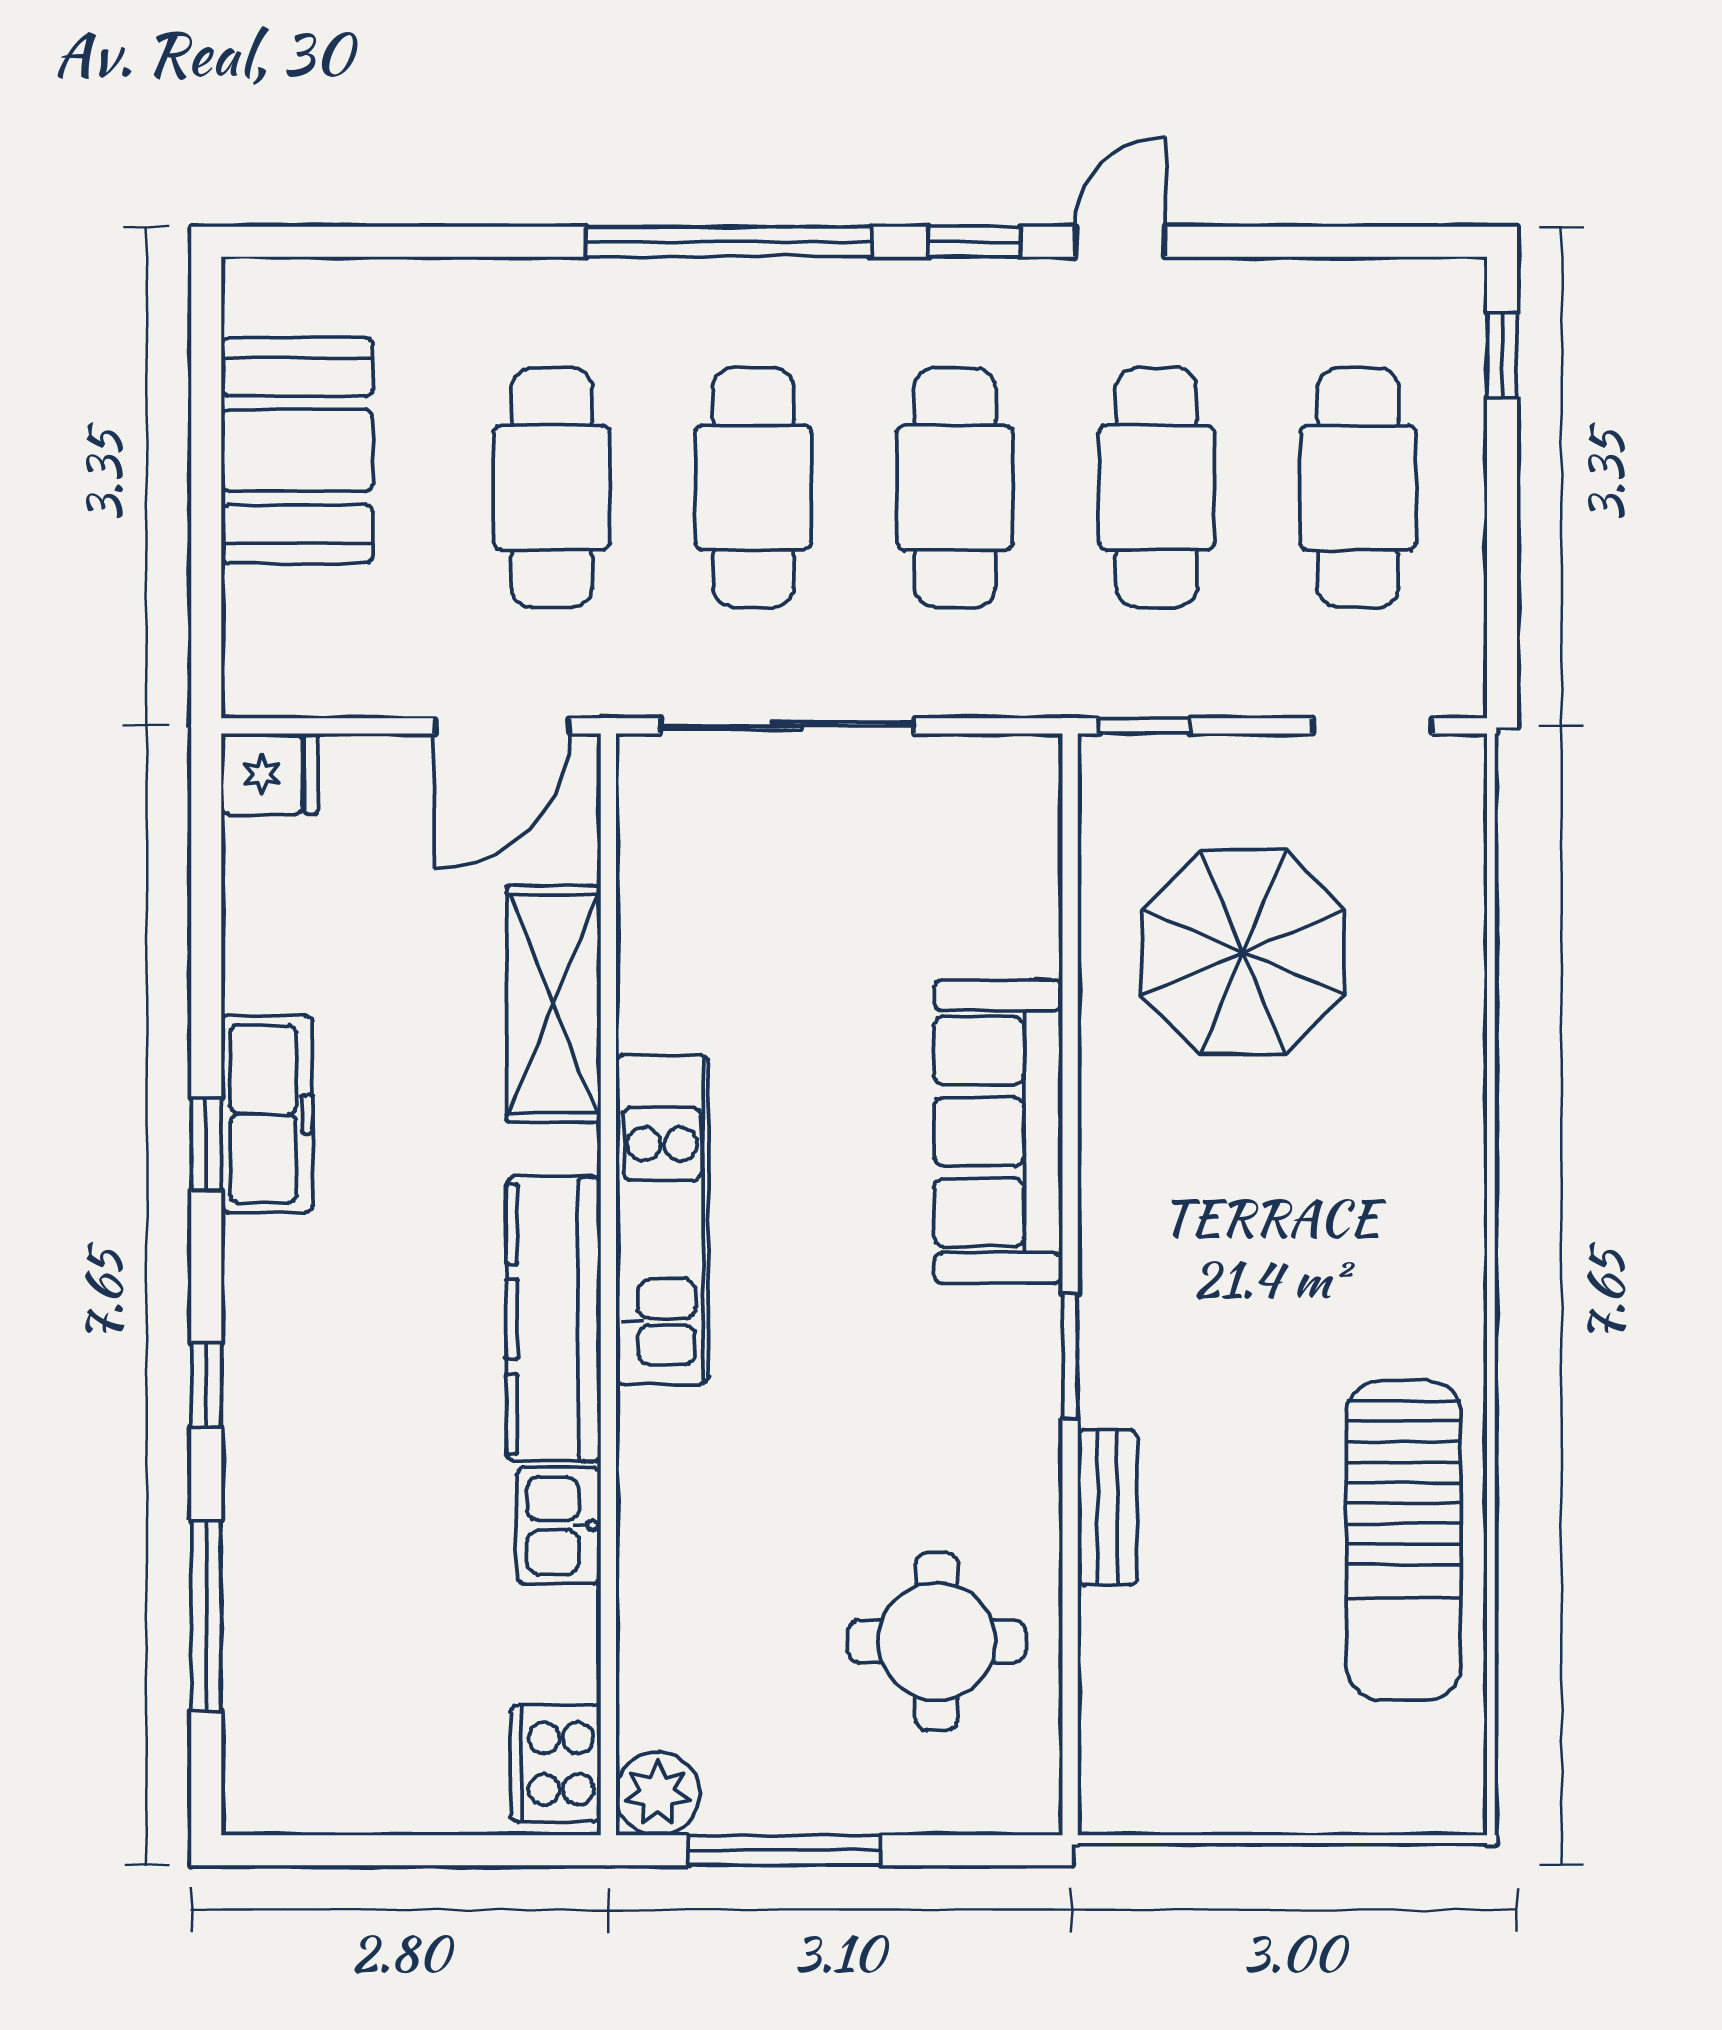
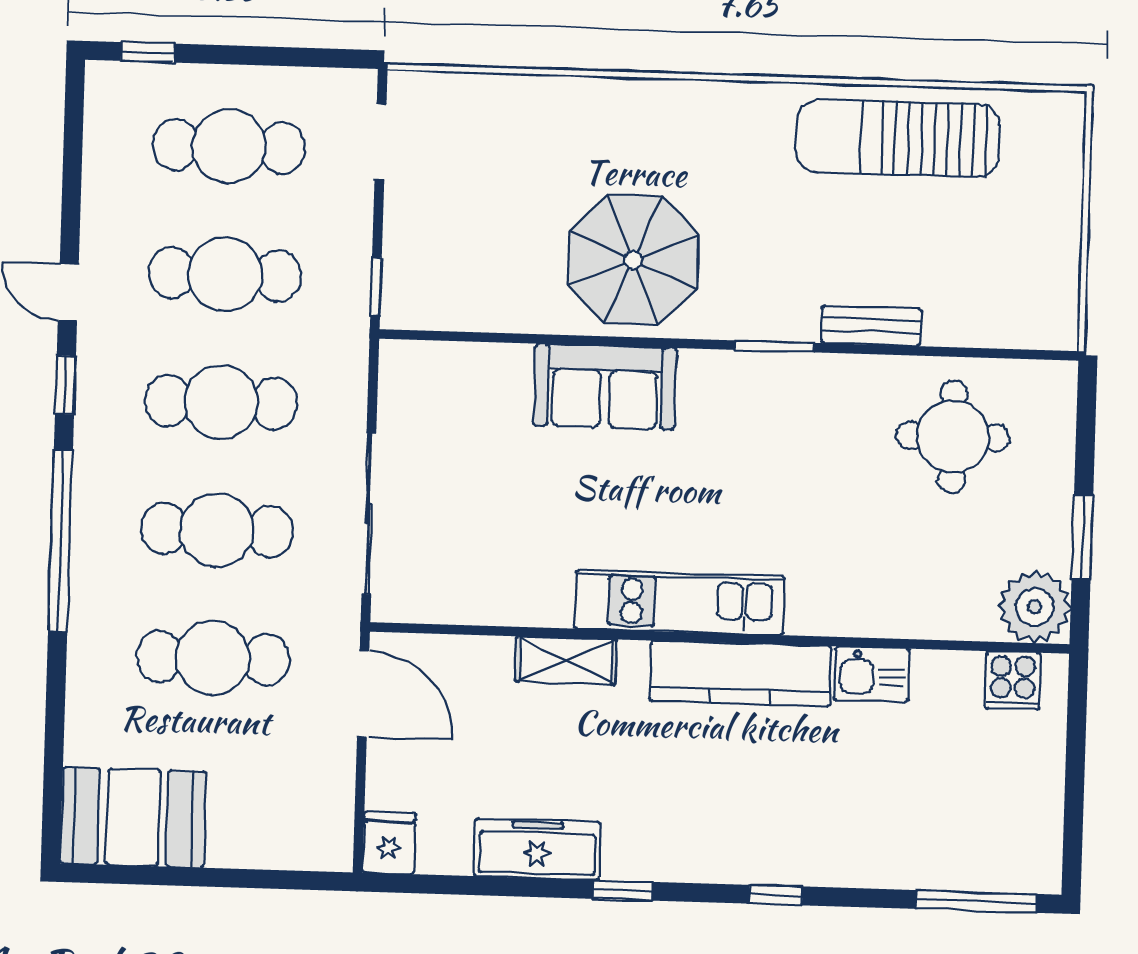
booth: (297, 451) -> (133, 817), moved
parasol: (1243, 952) -> (633, 260), moved
shelving: (554, 1004) -> (566, 660), width x0.67, depth x0.75
freezer: (267, 1114) -> (537, 849), moved
sofa: (998, 1132) -> (605, 387), width x0.73
sun lounger: (1404, 1540) -> (898, 138), turned 180
window: (206, 1616) -> (976, 901), moved
cooker: (556, 1764) -> (1013, 681), width x0.73
plant: (658, 1794) -> (1034, 607), width x1.36, depth x1.36
window: (784, 1850) -> (1082, 538), width x0.69

